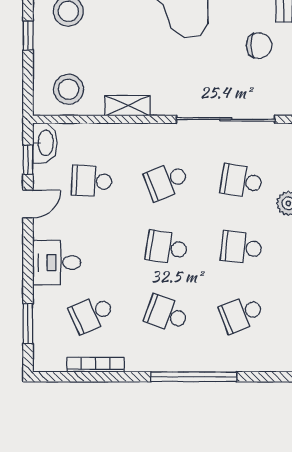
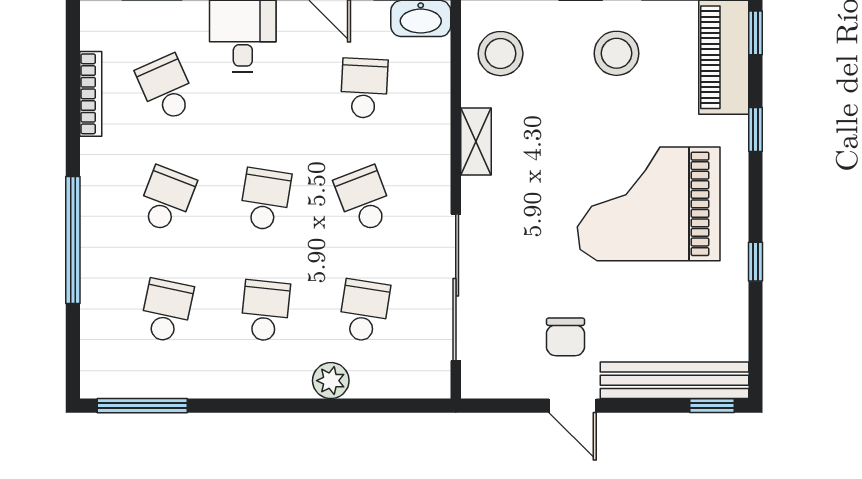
school desk: (241, 314) -> (166, 311), turned 33

